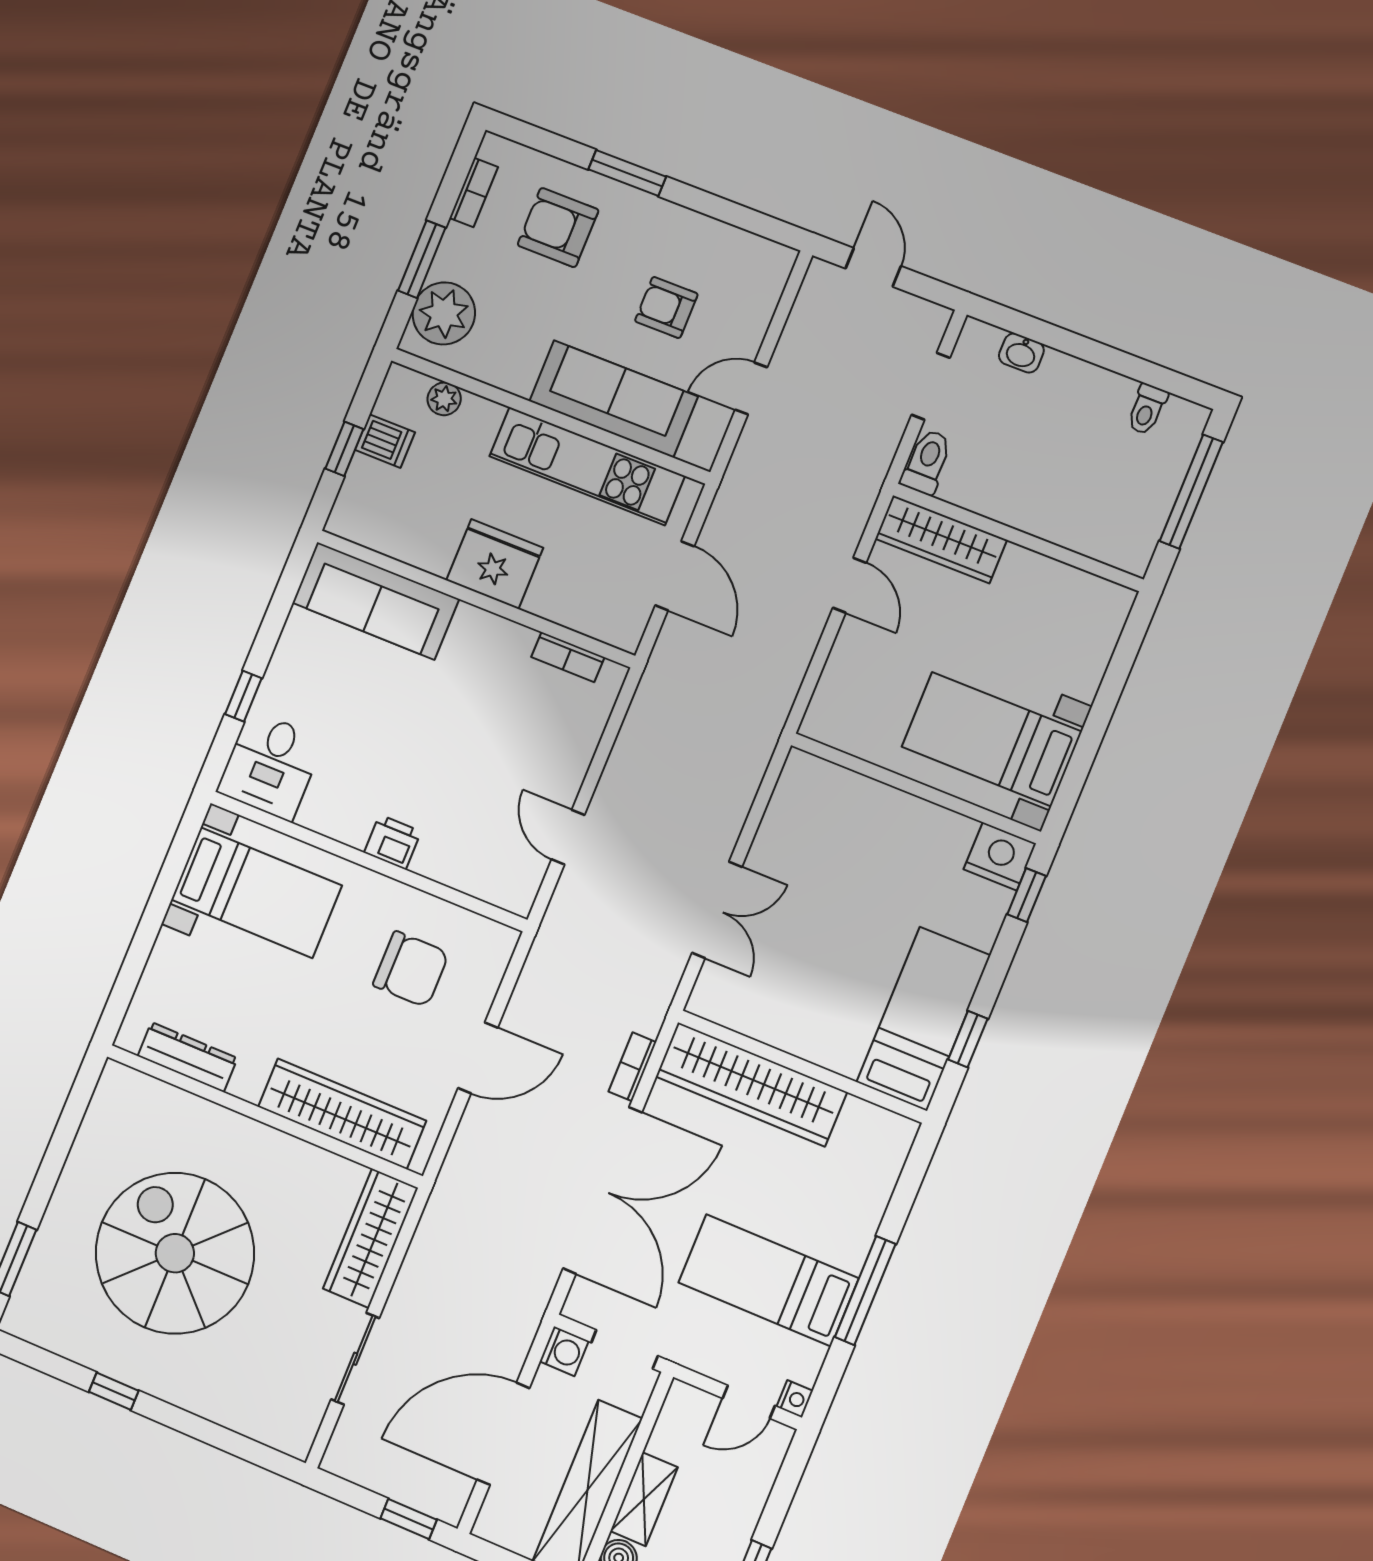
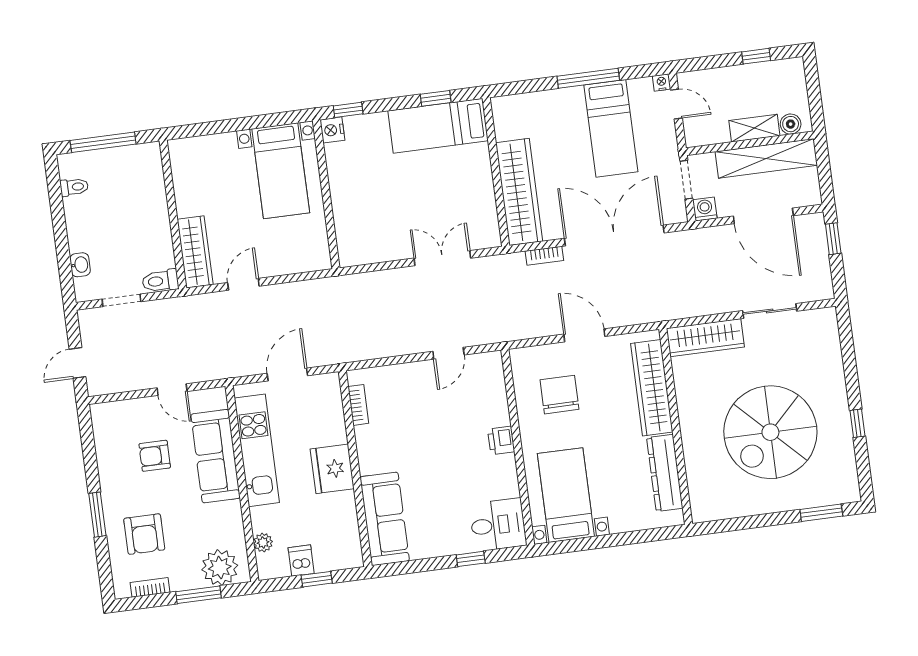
armchair: (666, 307) -> (155, 456), turned 90
nightstand: (1000, 856) -> (332, 130), width x0.74, depth x0.75
dresser: (187, 1057) -> (665, 473), width x1.37, depth x1.24

